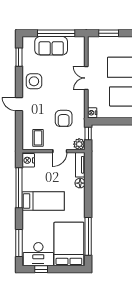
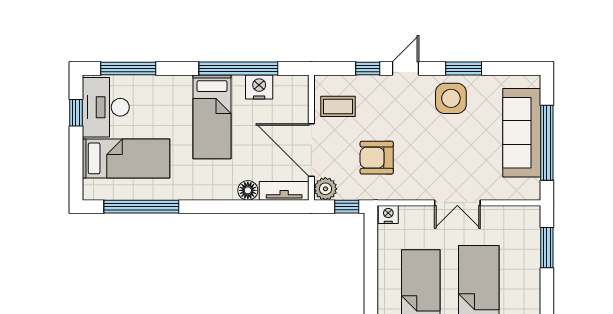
sofa: (51, 46) -> (522, 133), width x1.36
window: (19, 57) -> (464, 68), moved
double door: (86, 78) -> (457, 203), swing flipped
window: (19, 123) -> (368, 68), added
door: (60, 151) -> (311, 150), width x1.87
nightstand: (28, 160) -> (259, 87), moved
bed: (69, 244) -> (126, 158), width x0.67

